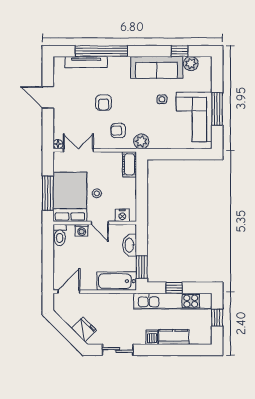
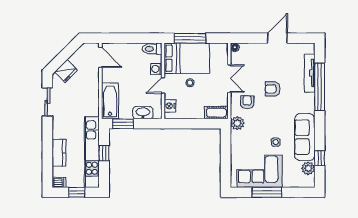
double door: (78, 150) -> (229, 78), moved
dishwasher: (152, 337) -> (59, 182), moved

